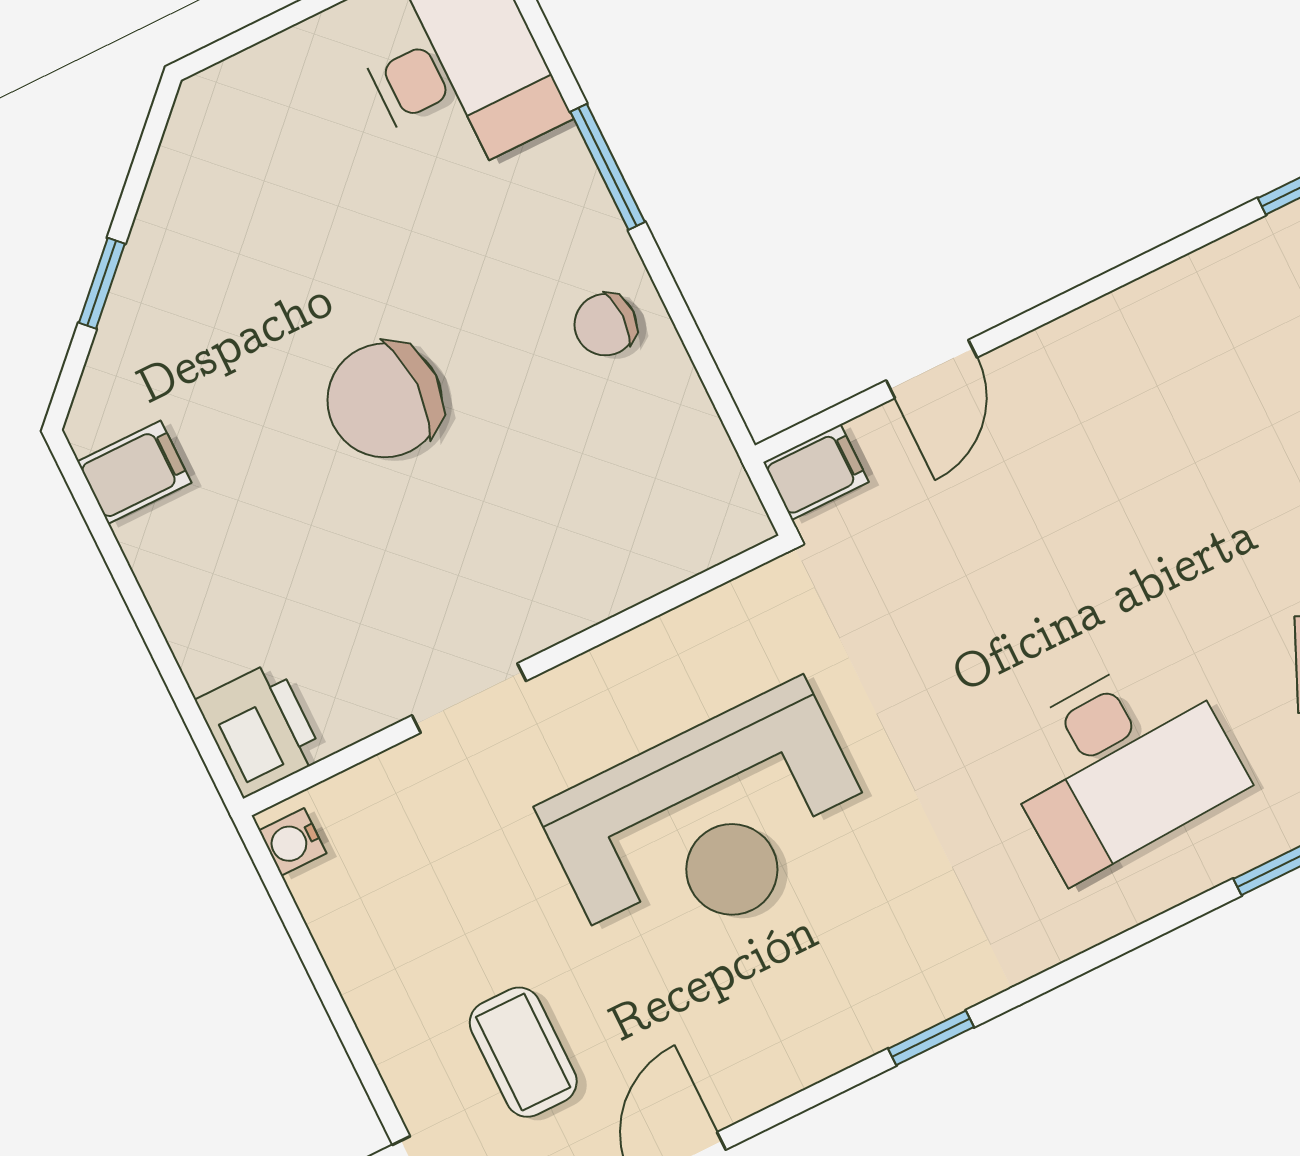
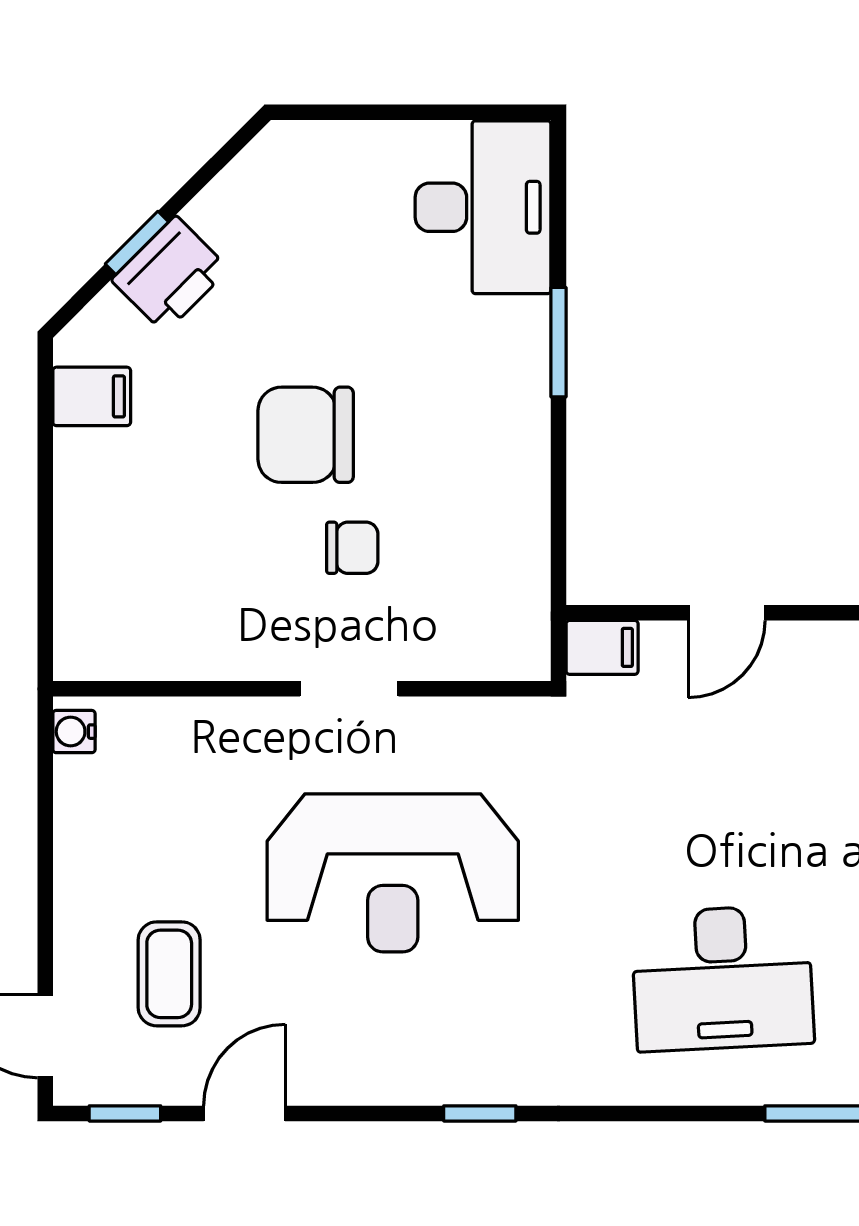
chair: (605, 325) -> (352, 548), moved, turned 180
doorway: (469, 698) -> (349, 689), moved
printer: (260, 729) -> (170, 274), moved, turned 45

